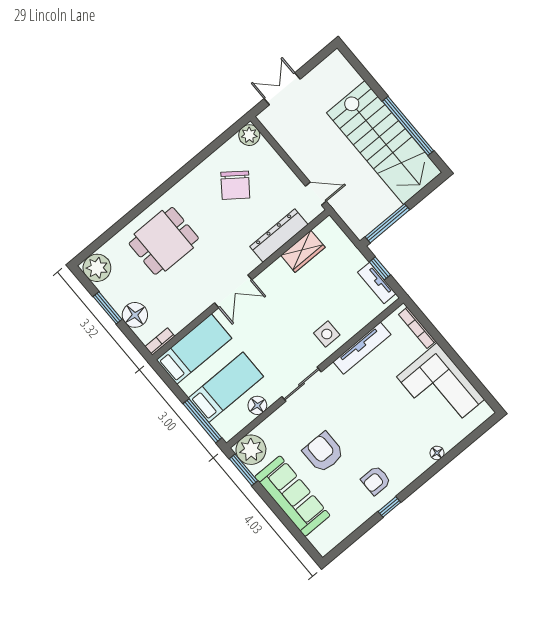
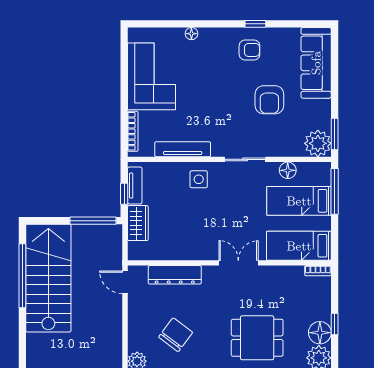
wardrobe: (303, 251) -> (138, 223), moved, turned 90
window: (108, 308) -> (335, 324), width x0.67
floor lamp: (135, 315) -> (320, 333), moved
sofa: (292, 496) -> (316, 63), moved

